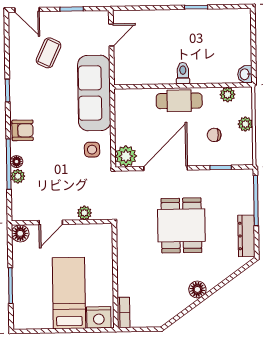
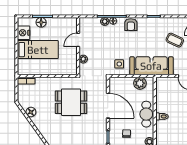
plant: (126, 156) -> (140, 83), moved
door: (51, 222) -> (78, 40), hinge flipped
dining table: (181, 225) -> (71, 102), moved
floor lamp: (20, 233) -> (41, 22), moved
floor lamp: (197, 289) -> (31, 112), moved
nightstand: (99, 317) -> (24, 33), moved

